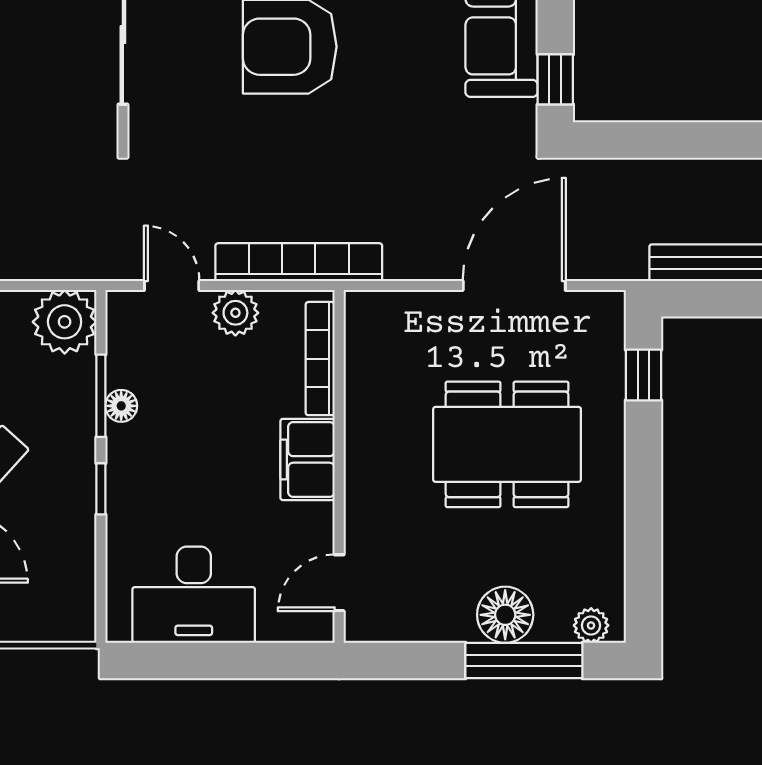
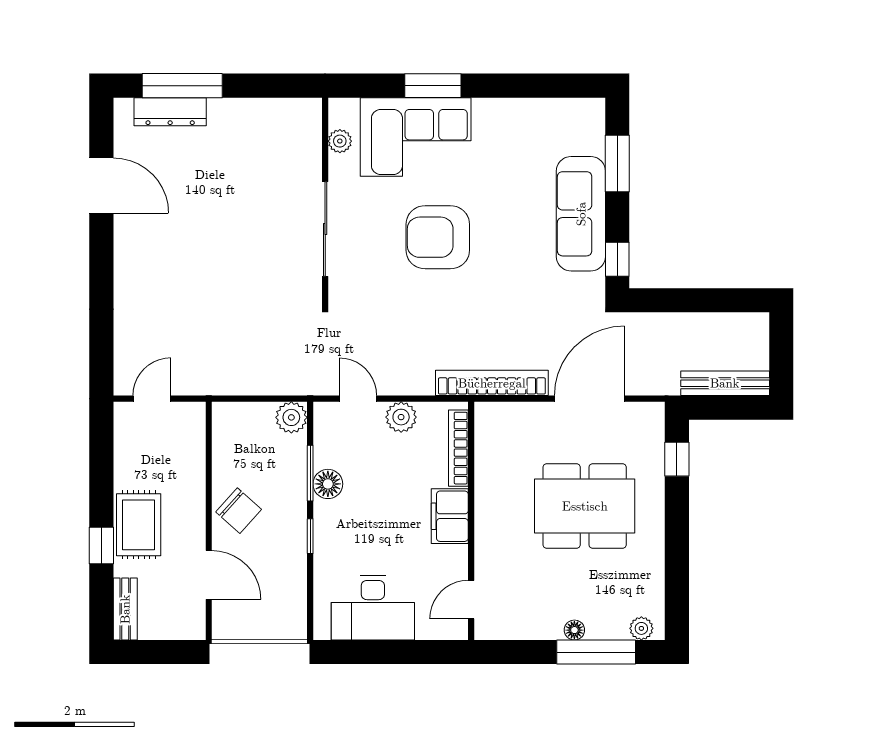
bookcase: (299, 262) -> (492, 383), moved
plant: (65, 322) -> (291, 417), width x0.73, depth x0.73
floor lamp: (121, 406) -> (328, 484), width x1.37, depth x1.37
floor lamp: (505, 615) -> (574, 630), width x0.53, depth x0.53

